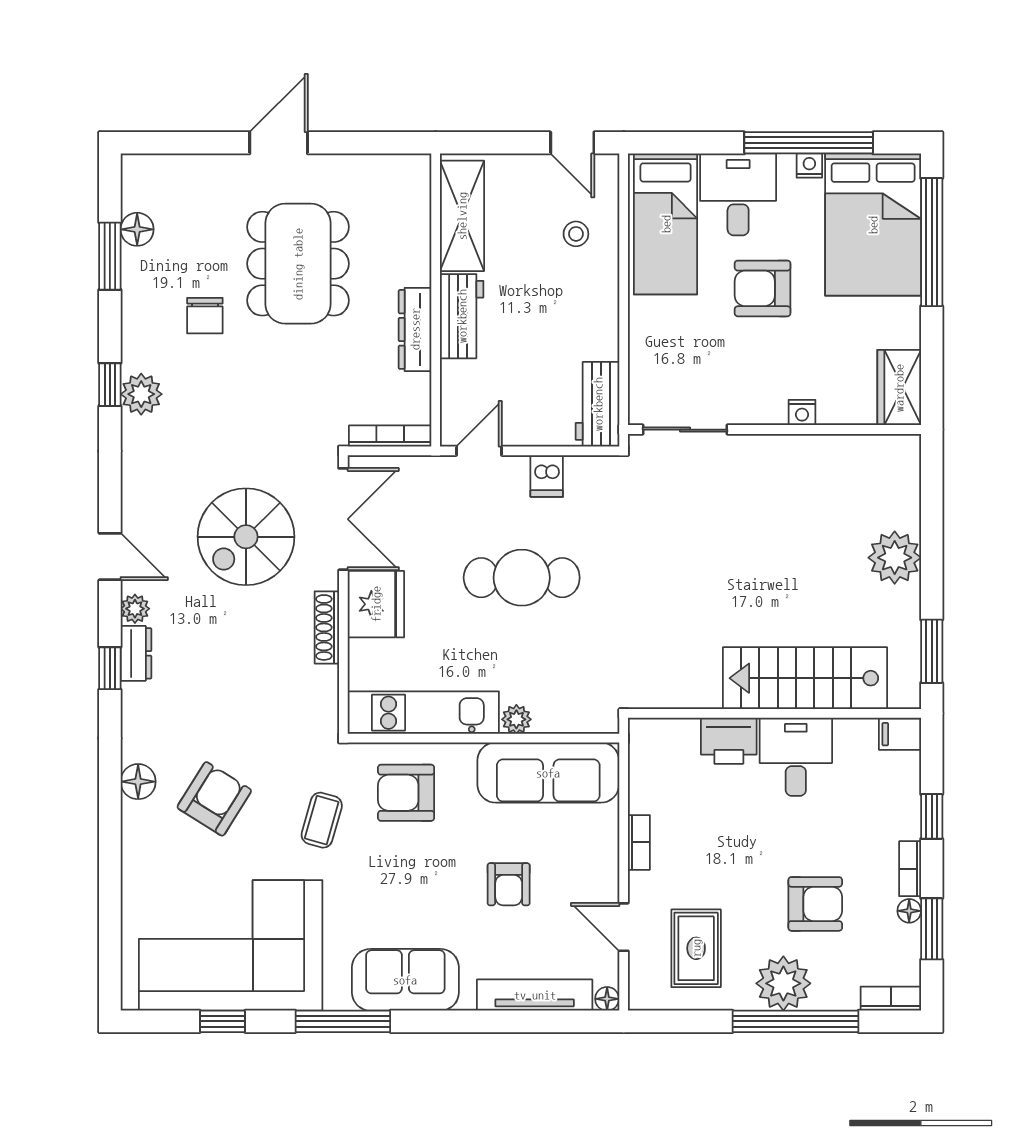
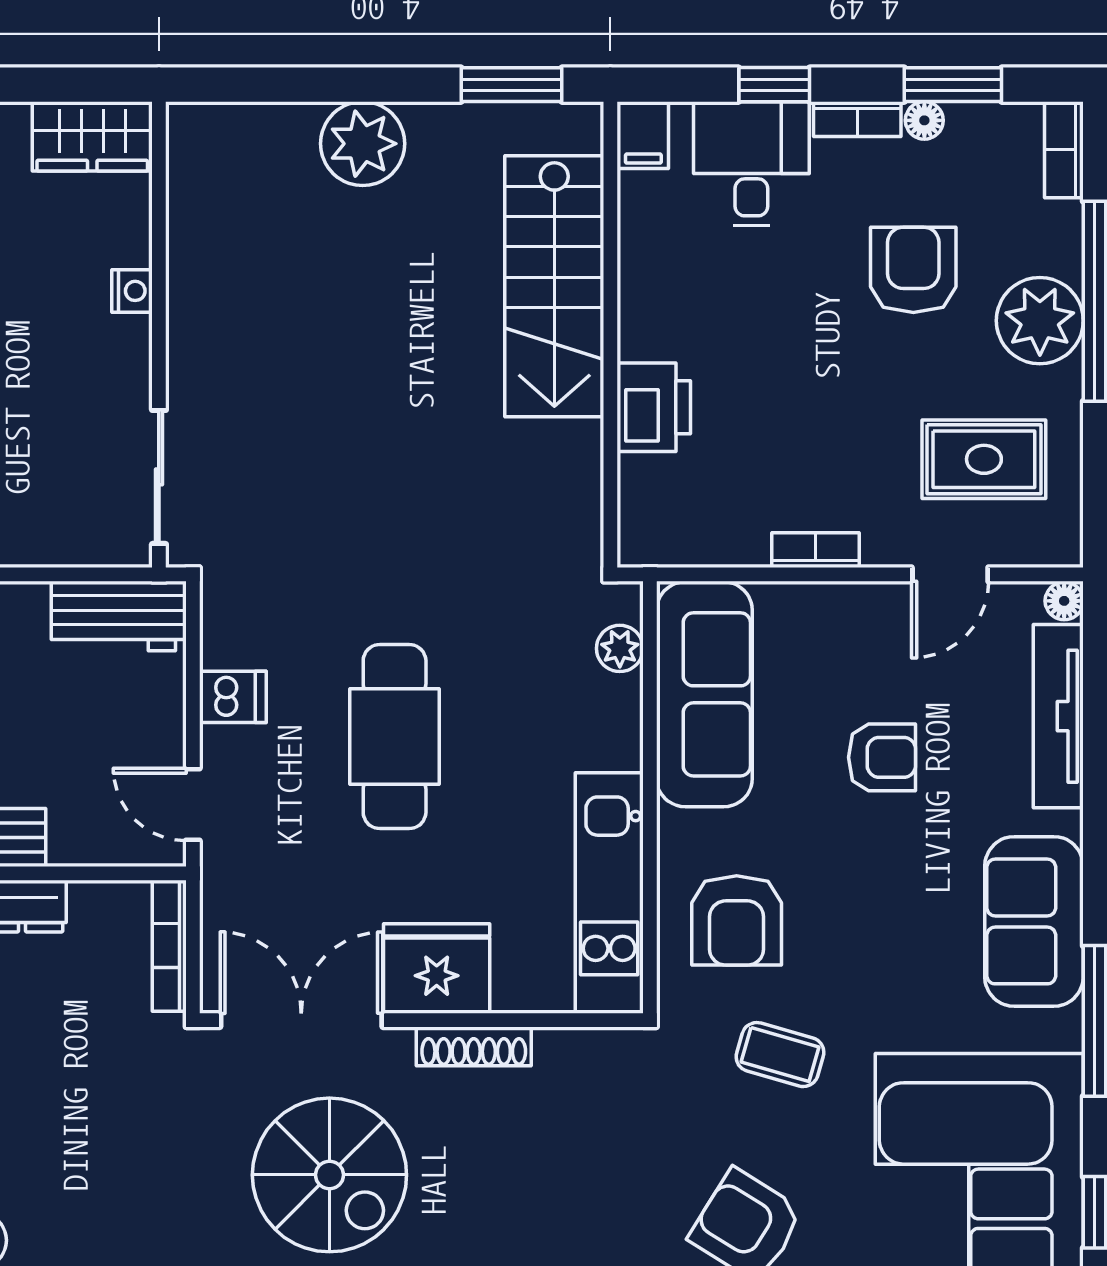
plant: (516, 719) -> (620, 648), moved
desk: (796, 757) -> (751, 164), moved, turned 90

